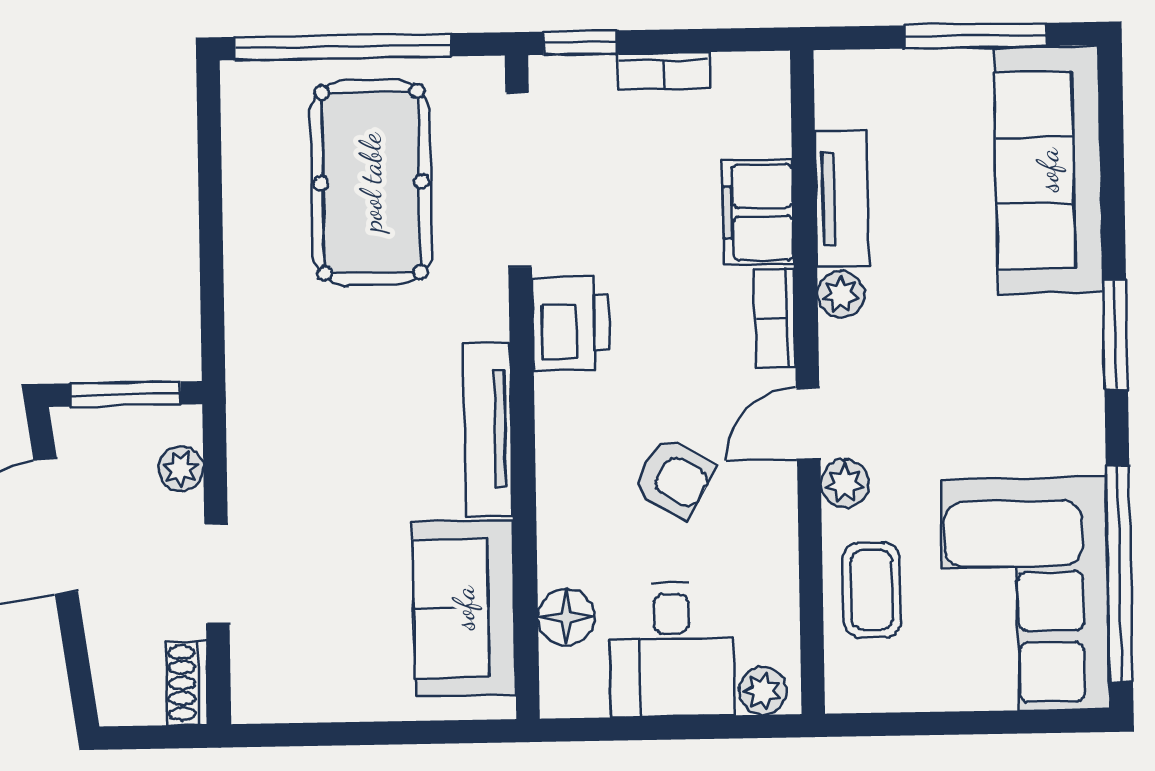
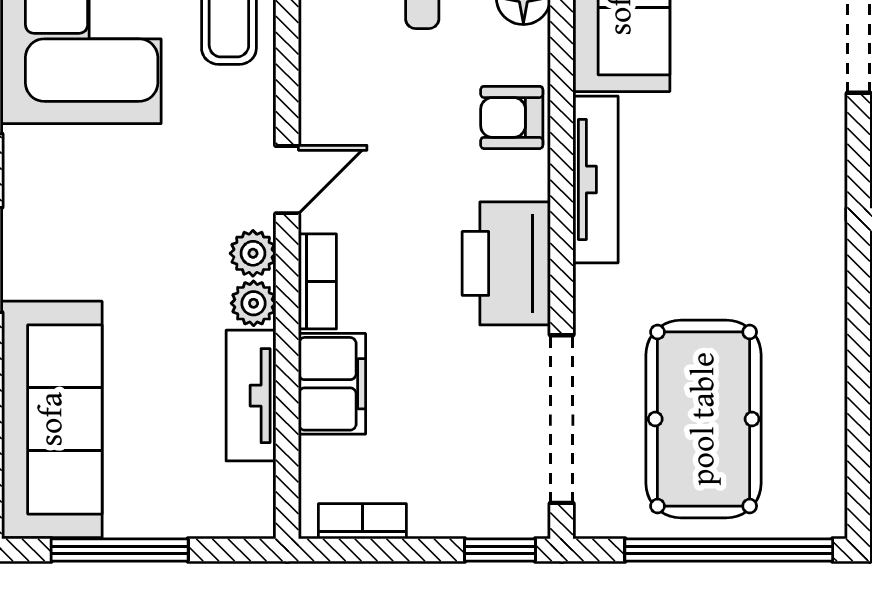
bookcase: (664, 71) -> (362, 521), moved
printer: (571, 323) -> (506, 263), width x1.37, depth x1.19
armchair: (674, 477) -> (512, 117), moved, turned -30
plant: (845, 484) -> (253, 253), moved

